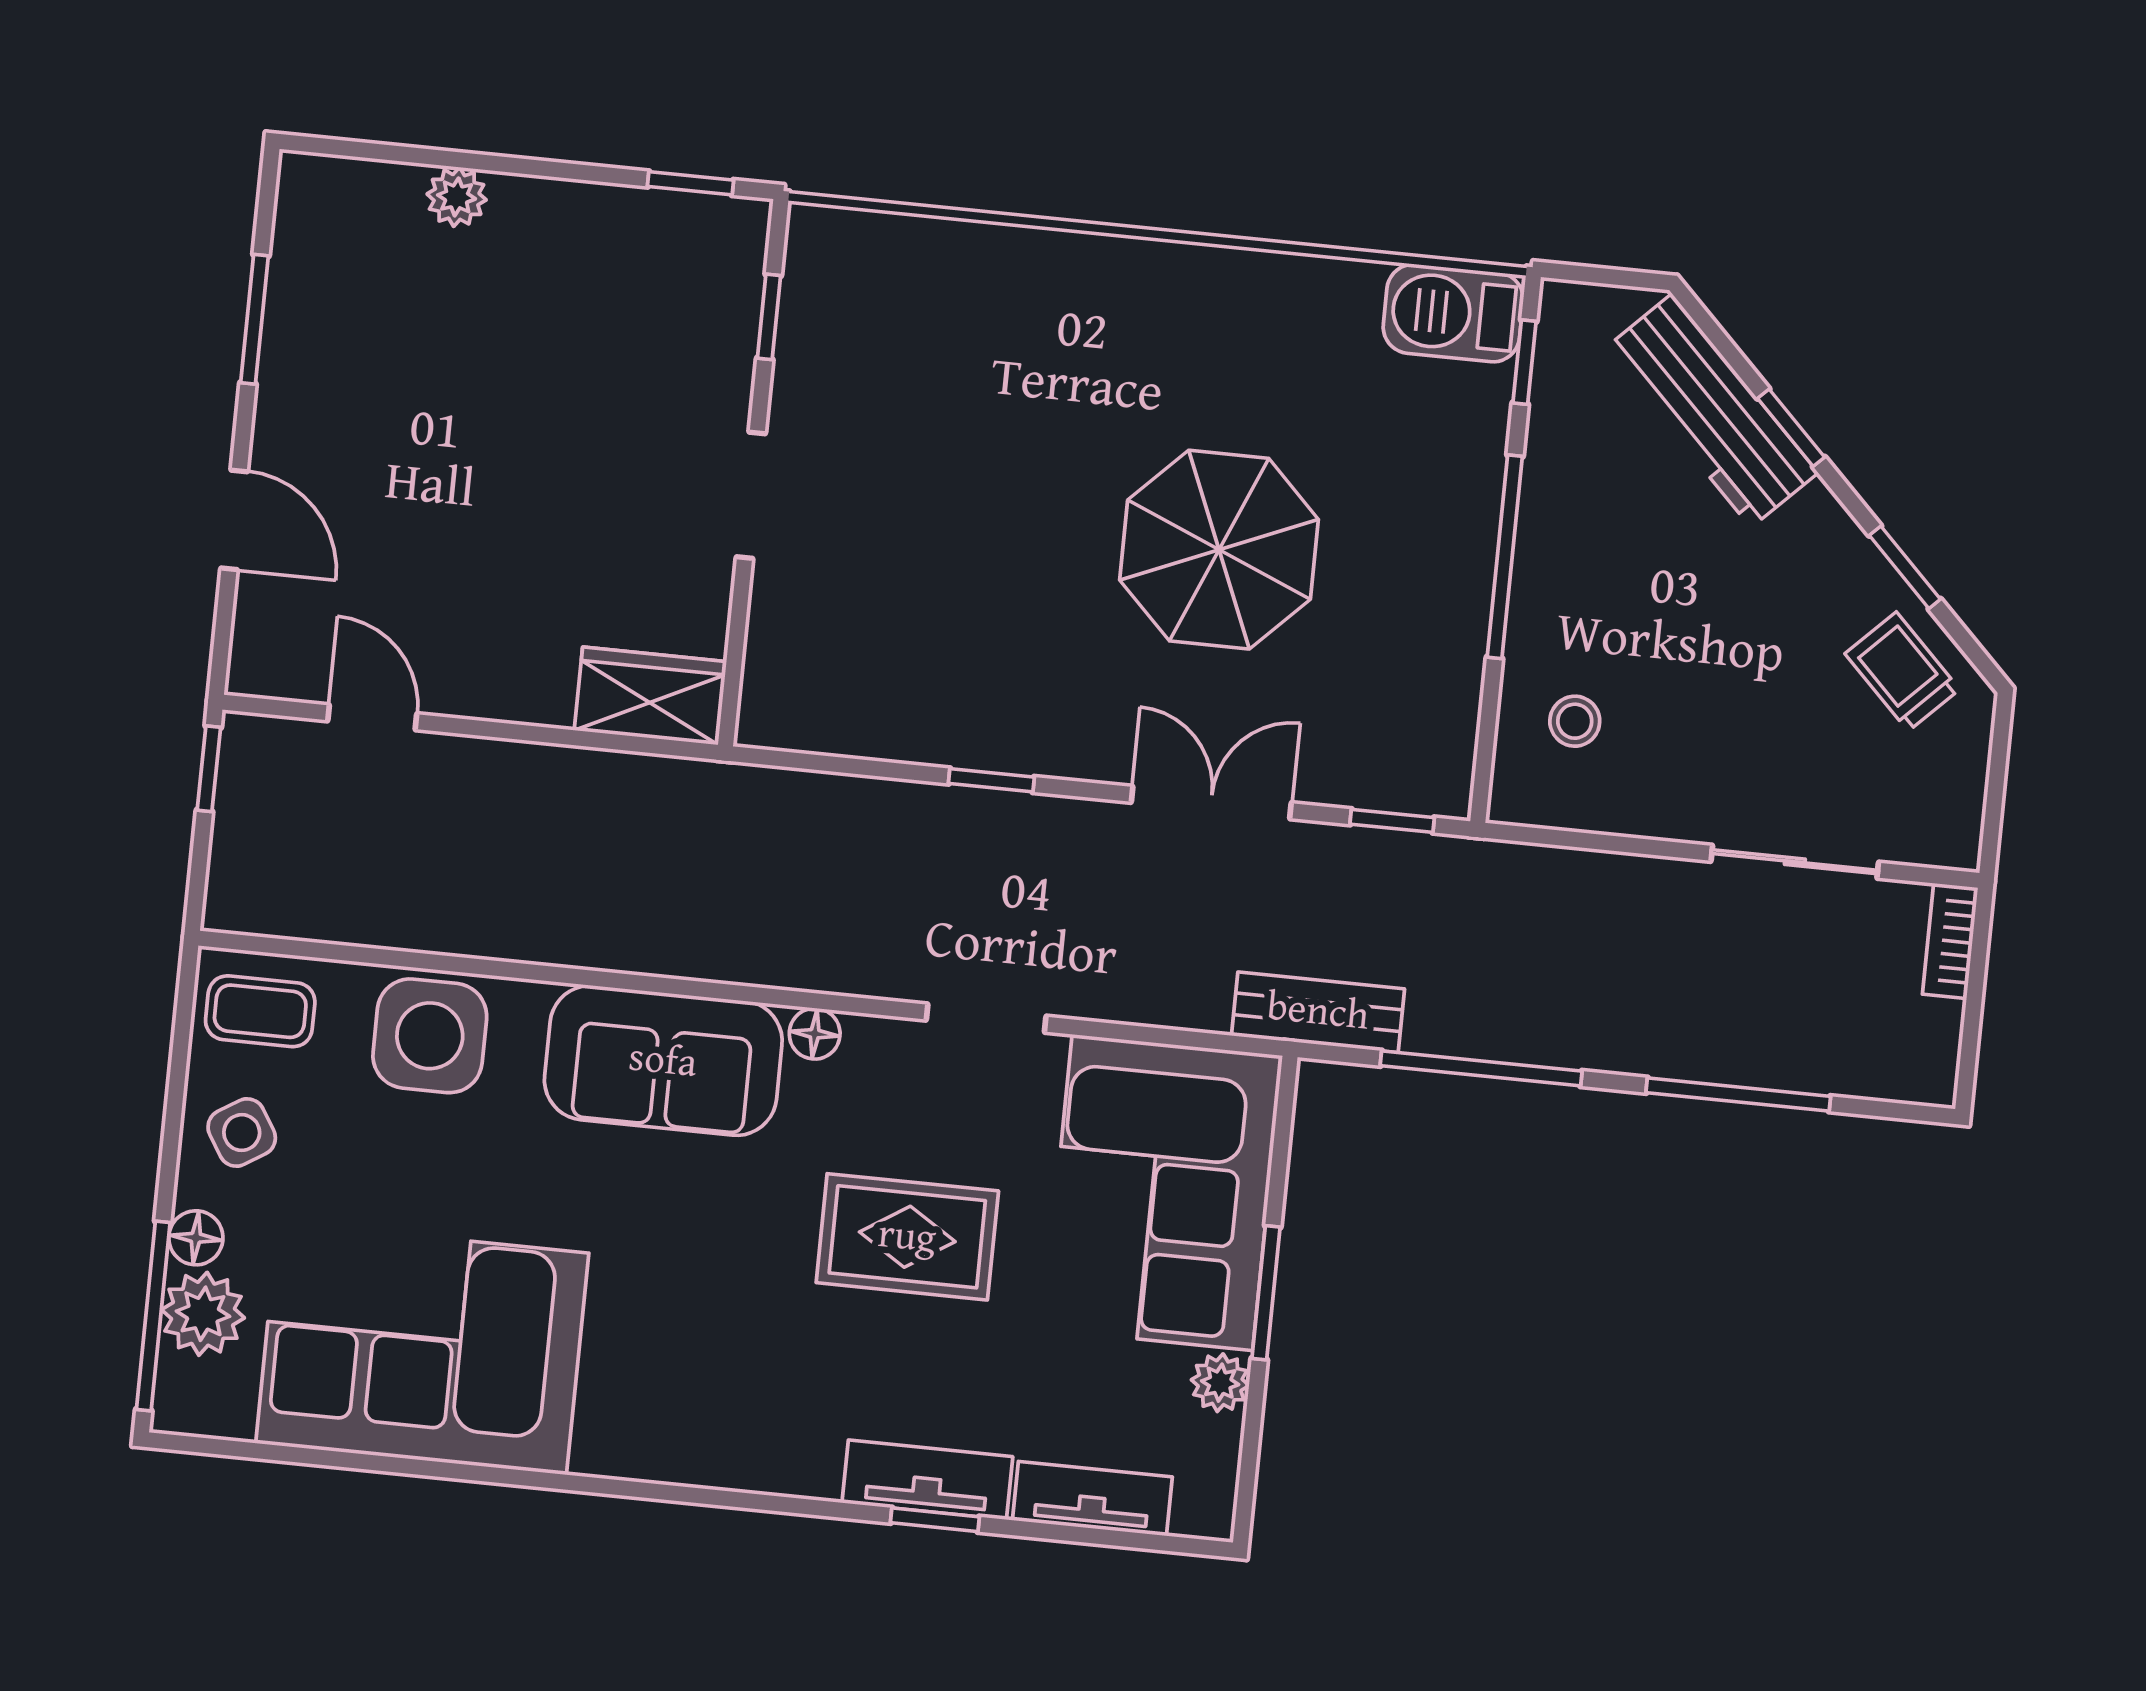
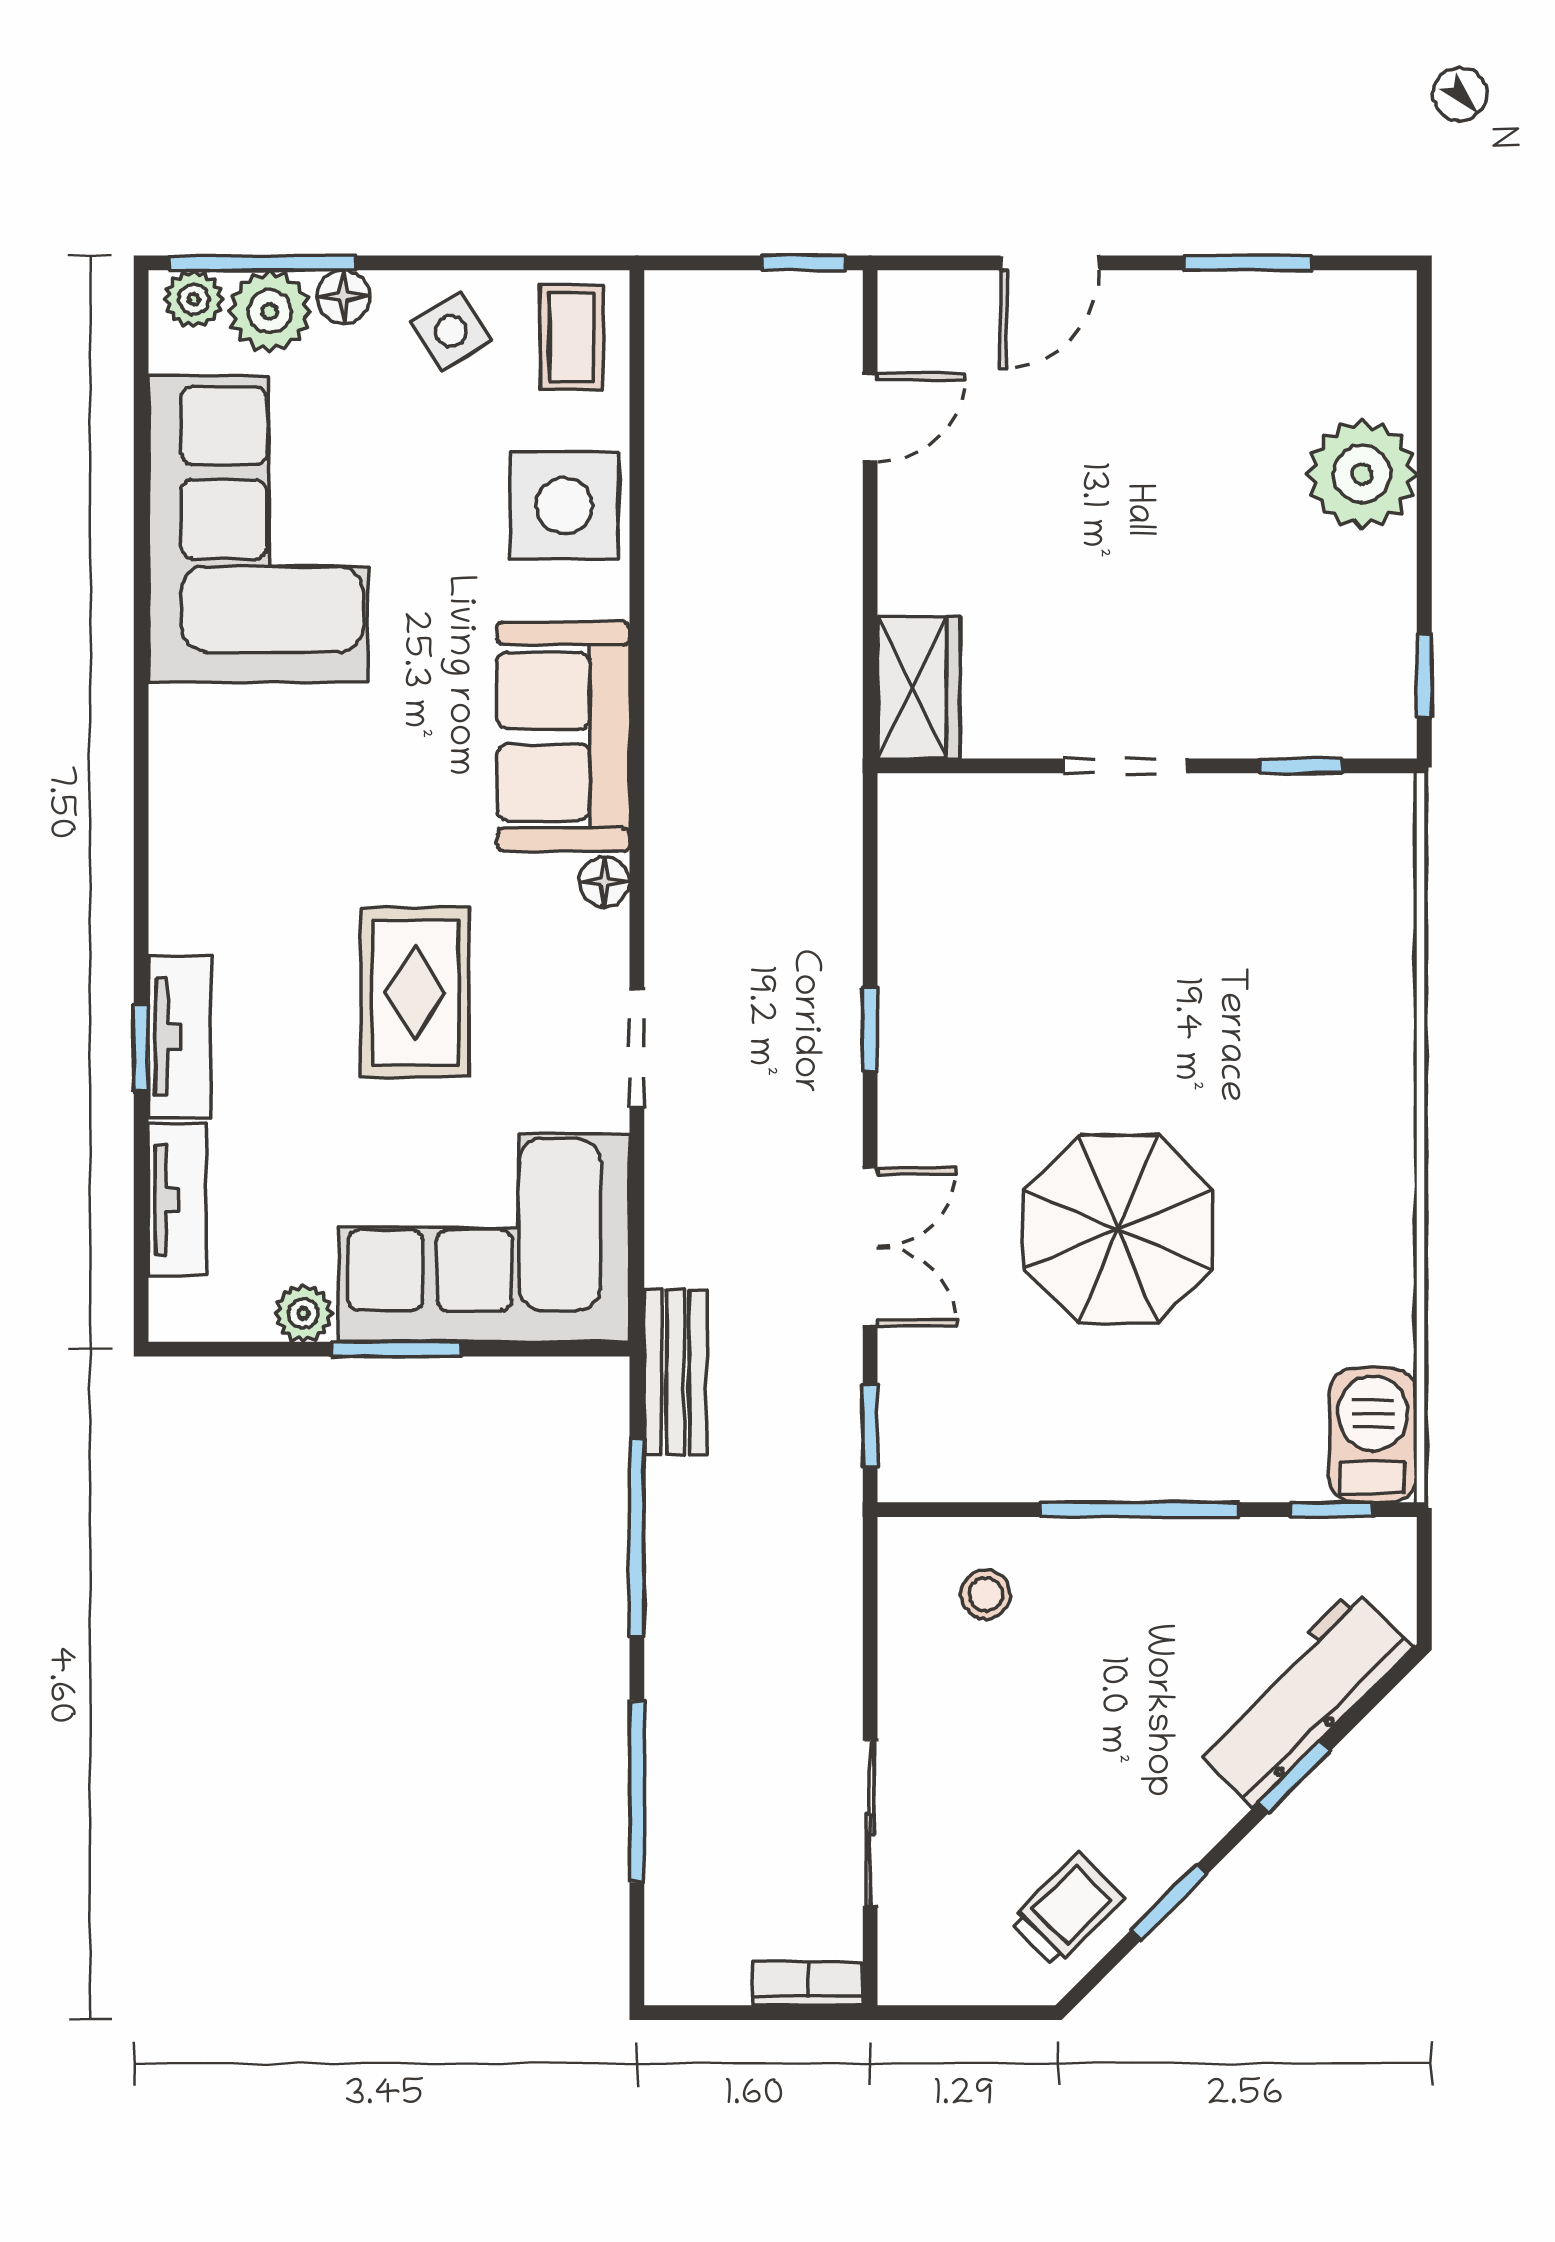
plant: (457, 197) -> (1362, 474), width x1.88, depth x1.88
plant: (183, 1389) -> (194, 299), added

